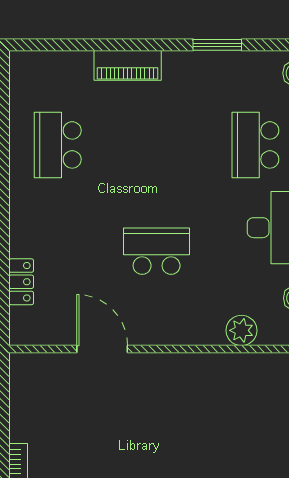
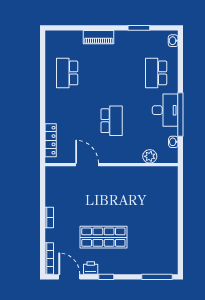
school desk: (157, 251) -> (112, 121), turned 90
locker: (21, 282) -> (51, 140), width x1.53

